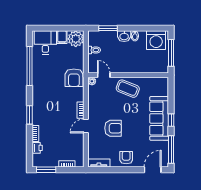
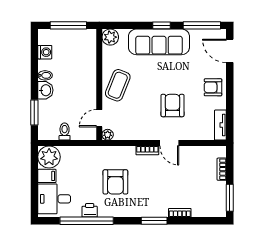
washing machine: (156, 40) -> (45, 52), width x0.53, depth x0.53
armchair: (74, 78) -> (115, 182), moved, turned 90
plant: (163, 83) -> (110, 37), added
printer: (37, 148) -> (90, 210), moved

